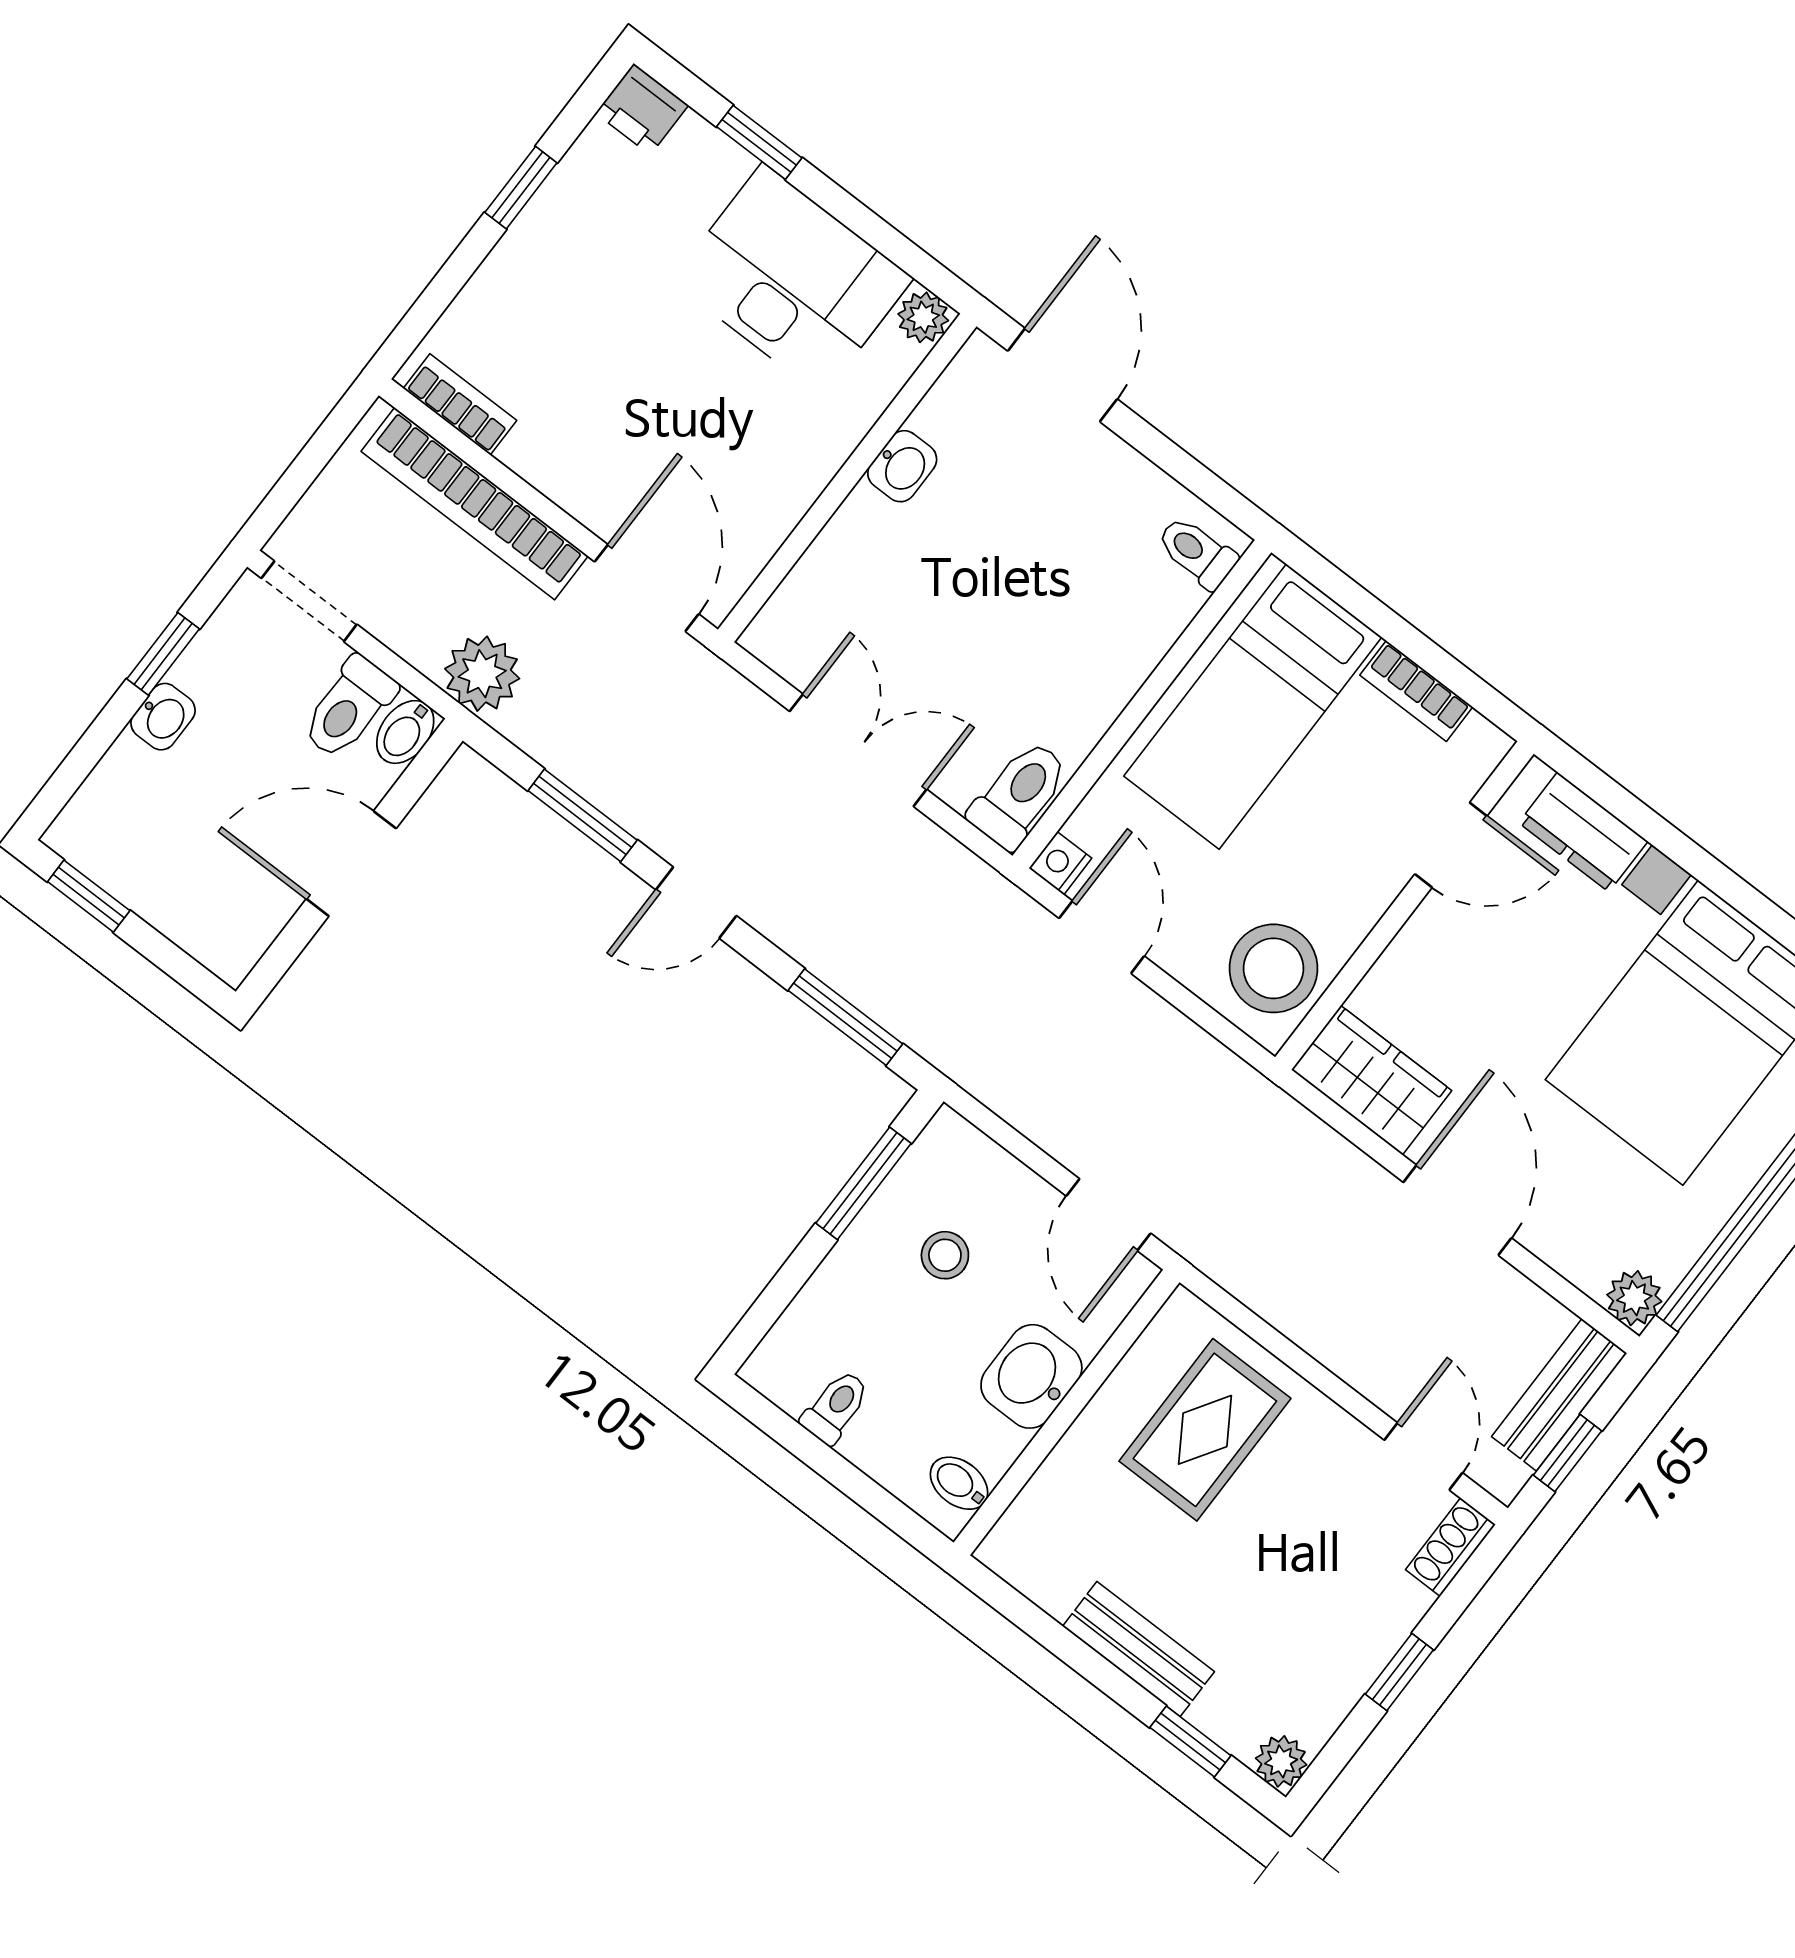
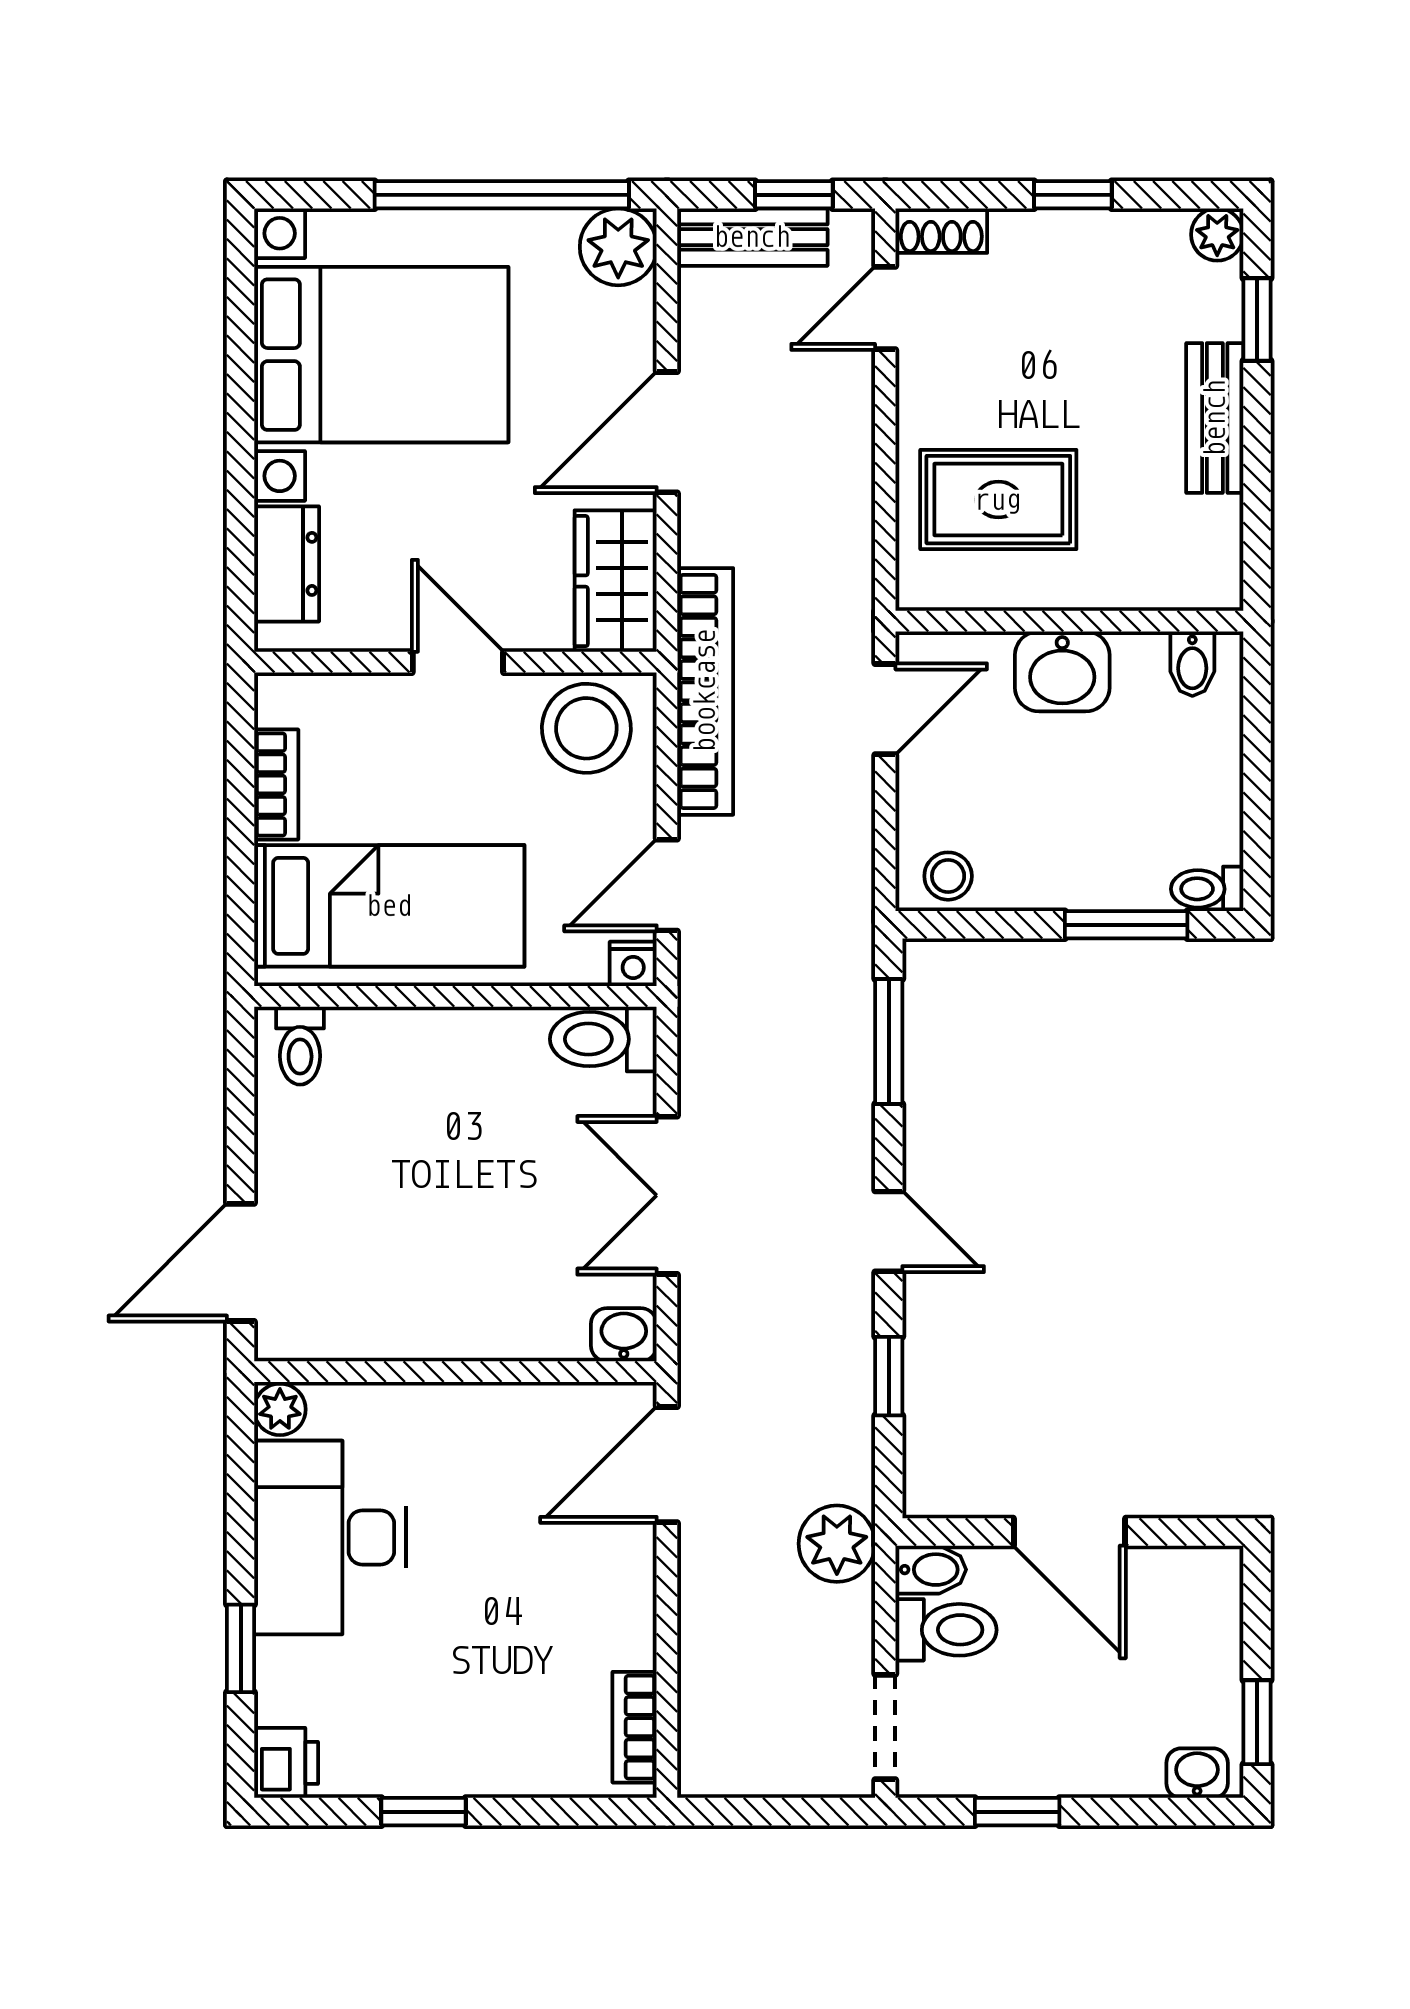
washbasin: (902, 466) -> (624, 1335), moved
bookcase: (475, 504) -> (705, 691), moved
washbasin: (163, 717) -> (1197, 1773), moved
window: (583, 815) -> (889, 1376), width x0.67
door: (1451, 845) -> (458, 662), moved
window: (863, 1183) -> (1126, 925), moved
stool: (945, 1255) -> (948, 876), moved
plant: (1634, 1298) -> (618, 247), width x1.38, depth x1.38
toilet: (836, 1407) -> (1207, 889), moved

